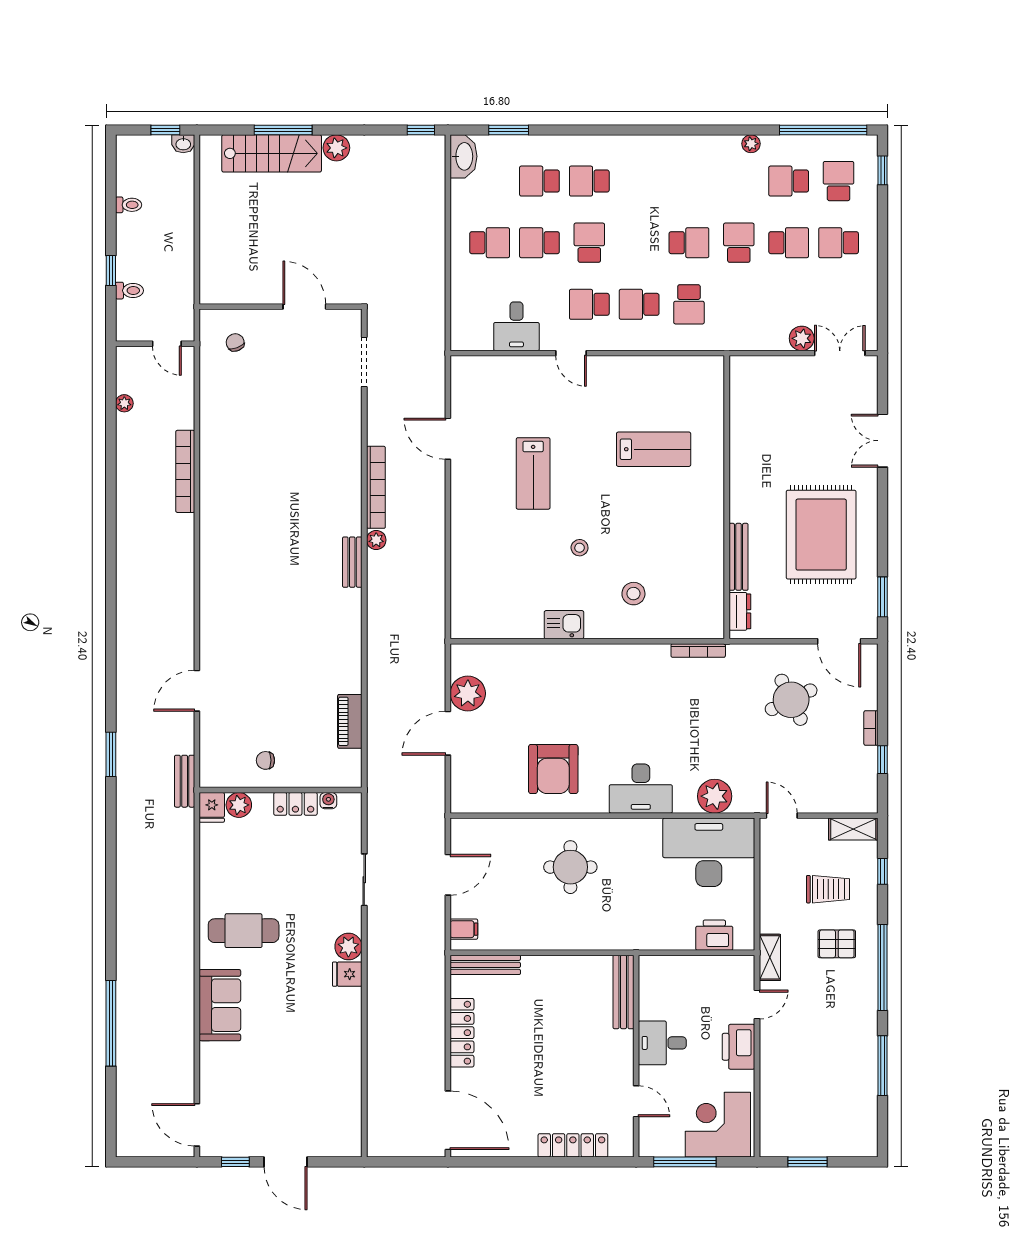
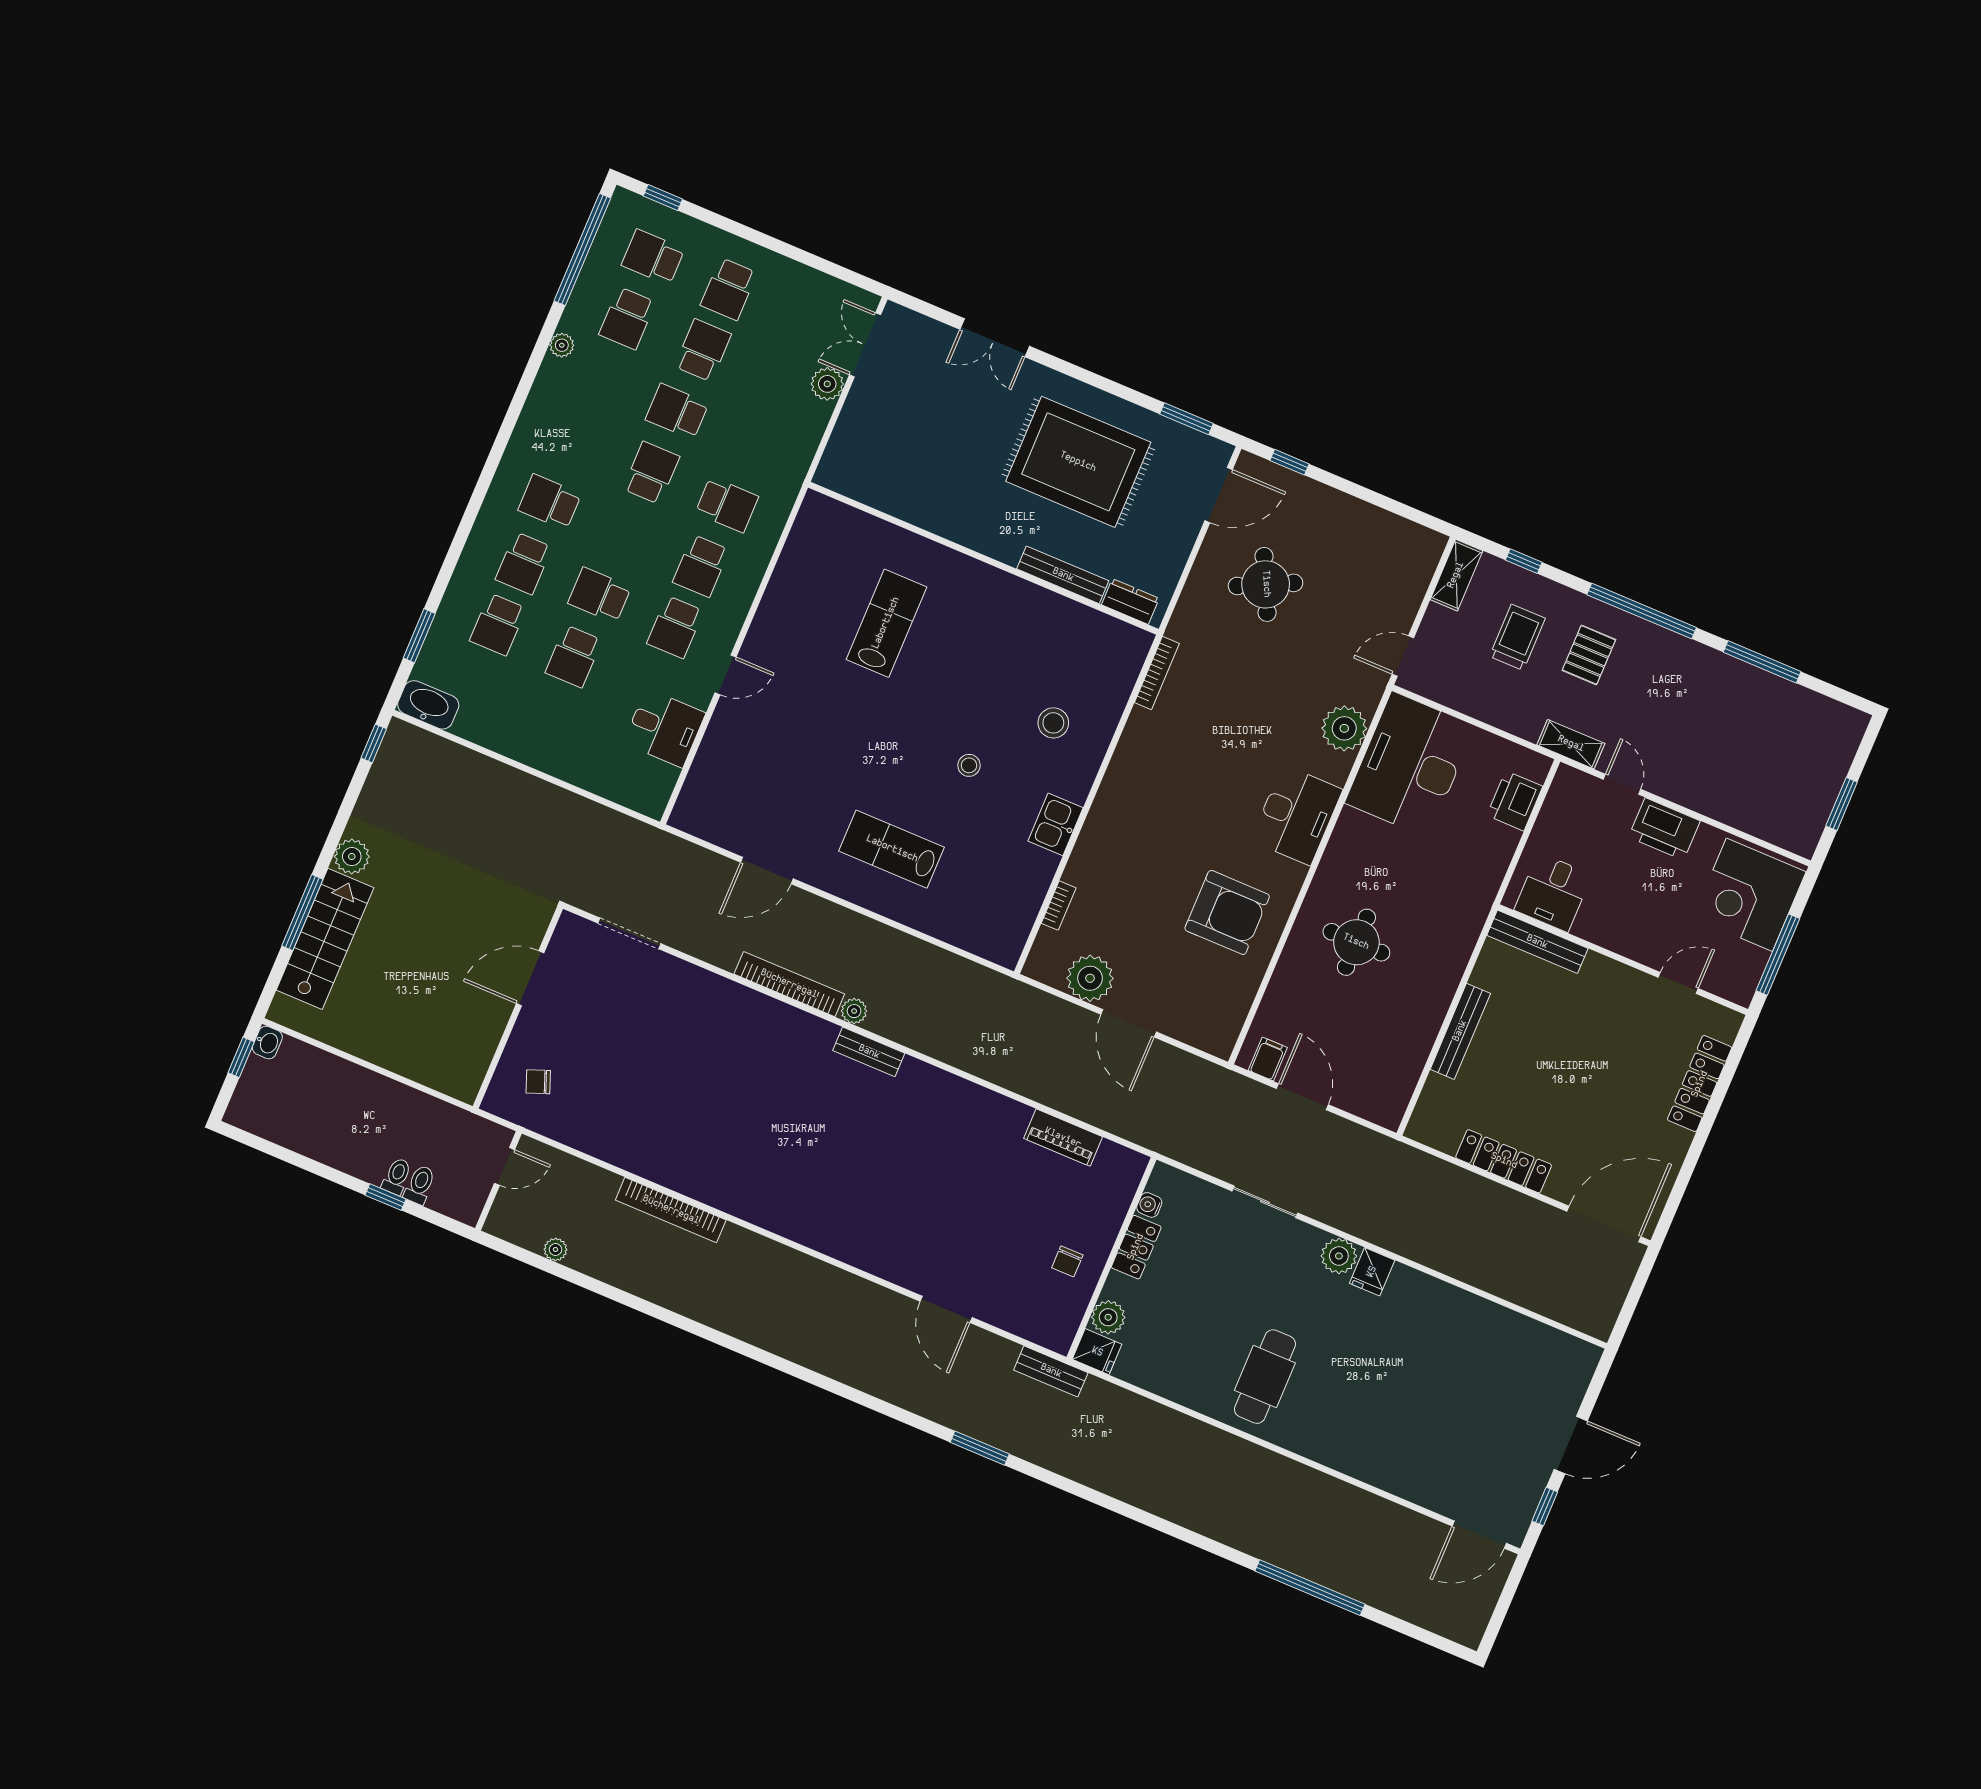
toilet: (129, 205) -> (397, 1176), moved
school desk: (490, 243) -> (550, 502), moved, turned -90
lab bench: (533, 473) -> (892, 849), moved, turned 180
bookcase: (871, 728) -> (1059, 906), moved, turned -90
window: (883, 760) -> (1289, 462), moved
filing cabinet: (464, 929) -> (1268, 1059), moved
bench: (485, 965) -> (1460, 1031), moved
sofa: (220, 1005) -> (1344, 1444), removed
desk: (662, 1043) -> (1553, 892), moved

